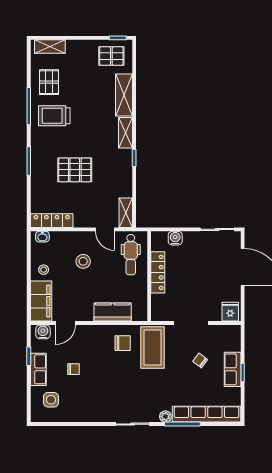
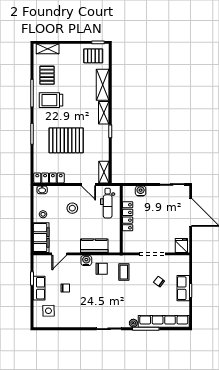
pallet: (75, 170) -> (66, 140), width x1.37, depth x1.41
water cooler: (43, 332) -> (86, 260), moved
coffee table: (153, 348) -> (124, 272), width x0.54, depth x0.58

